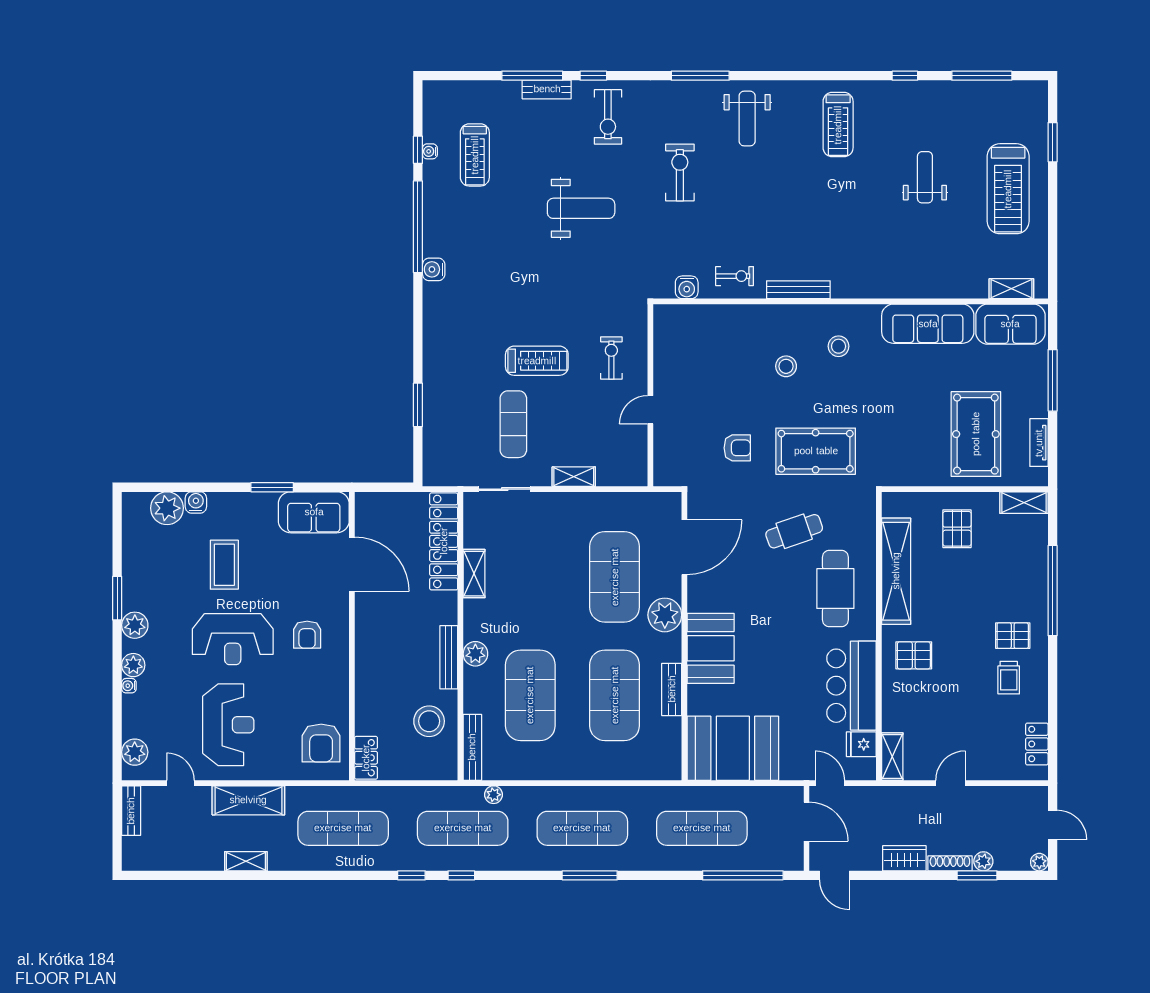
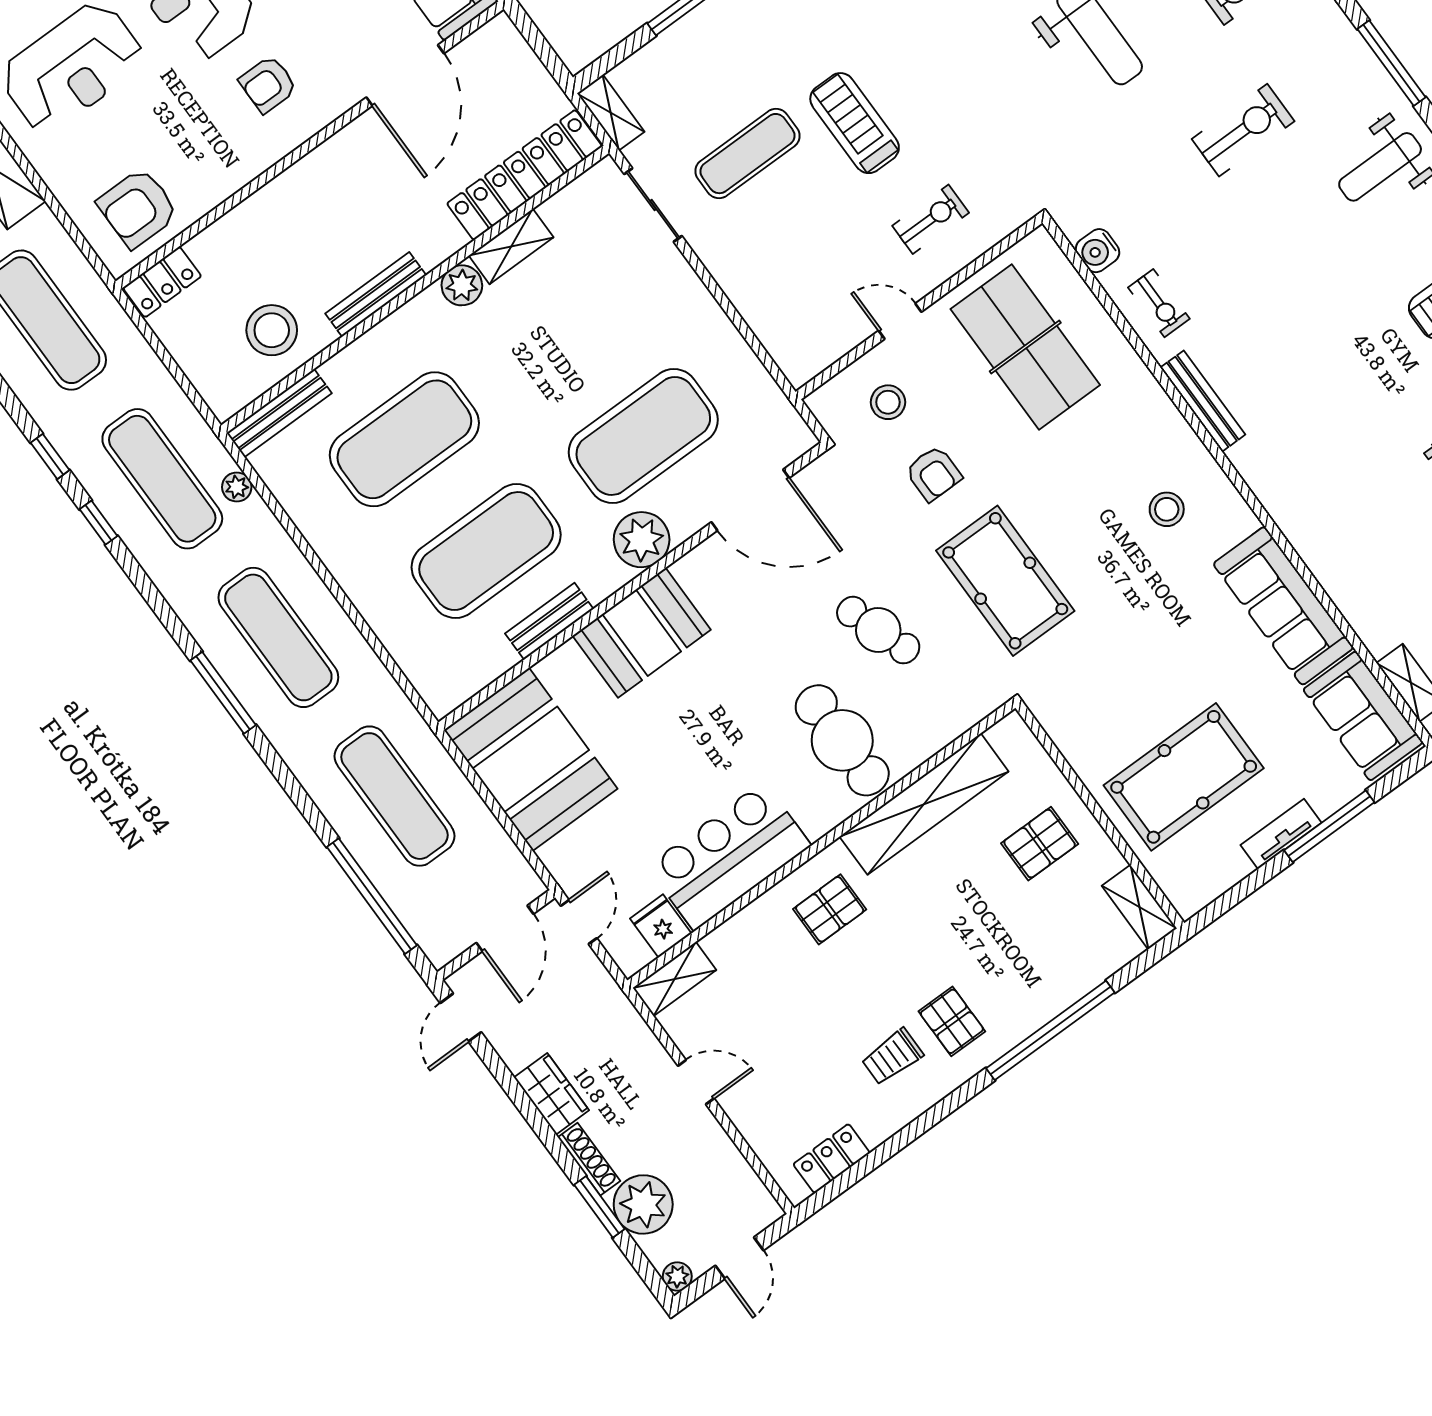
table tennis table: (708, 357) -> (1025, 347), added
treadmill: (537, 361) -> (855, 123), turned 180
stool: (786, 366) -> (888, 402), moved
tv unit: (1039, 443) -> (1281, 834), moved
shelving: (574, 477) -> (611, 113), moved
cafe table: (835, 589) -> (842, 740), turned 90
plant: (475, 654) -> (462, 285), moved
pallet: (914, 655) -> (830, 909), turned 90
plant: (983, 861) -> (643, 1204), width x1.88, depth x1.88

